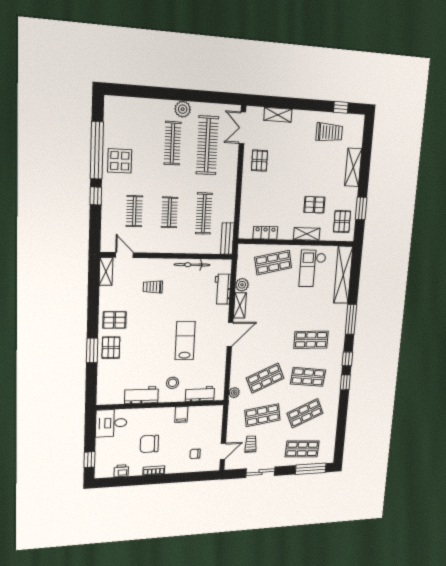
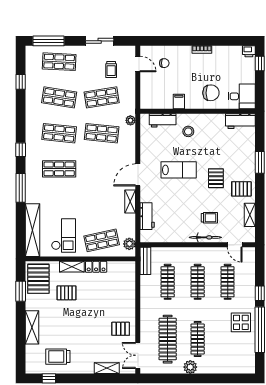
double door: (242, 128) -> (138, 355), swing flipped
pallet: (259, 161) -> (121, 329), turned 90
clothes rail: (134, 211) -> (228, 282), width x1.36
clothes rail: (170, 212) -> (198, 282), width x1.36
pallet: (342, 222) -> (38, 279), width x1.50, depth x1.42
locker: (265, 233) -> (96, 267), moved
bicycle: (192, 265) -> (205, 237), moved
shelving: (106, 272) -> (250, 215), moved
plant: (242, 285) -> (129, 244), moved
lab bench: (185, 341) -> (179, 170), turned -90
pallet: (111, 348) -> (216, 178), moved
shop shelf: (265, 378) -> (102, 133), turned 30
window: (345, 382) -> (21, 82), moved
workbench: (141, 395) -> (240, 121), moved
shop shelf: (305, 413) -> (59, 97), turned 33
chair: (149, 444) -> (211, 93), moved
door: (223, 451) -> (138, 64), swing flipped
printer: (121, 471) -> (249, 51), moved

